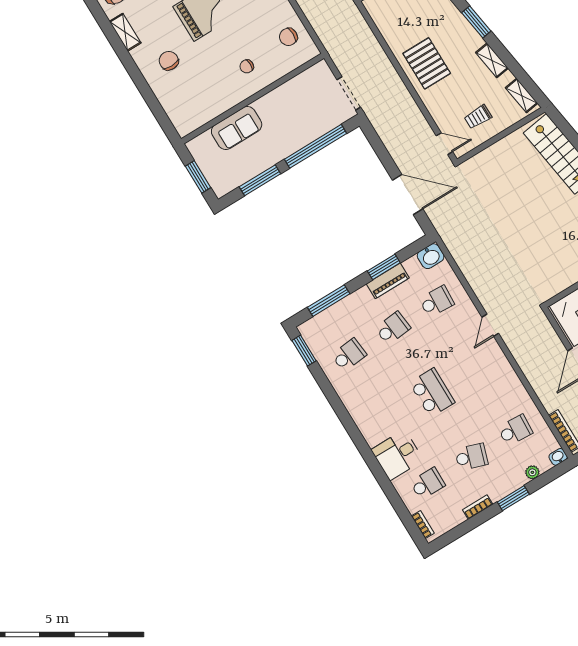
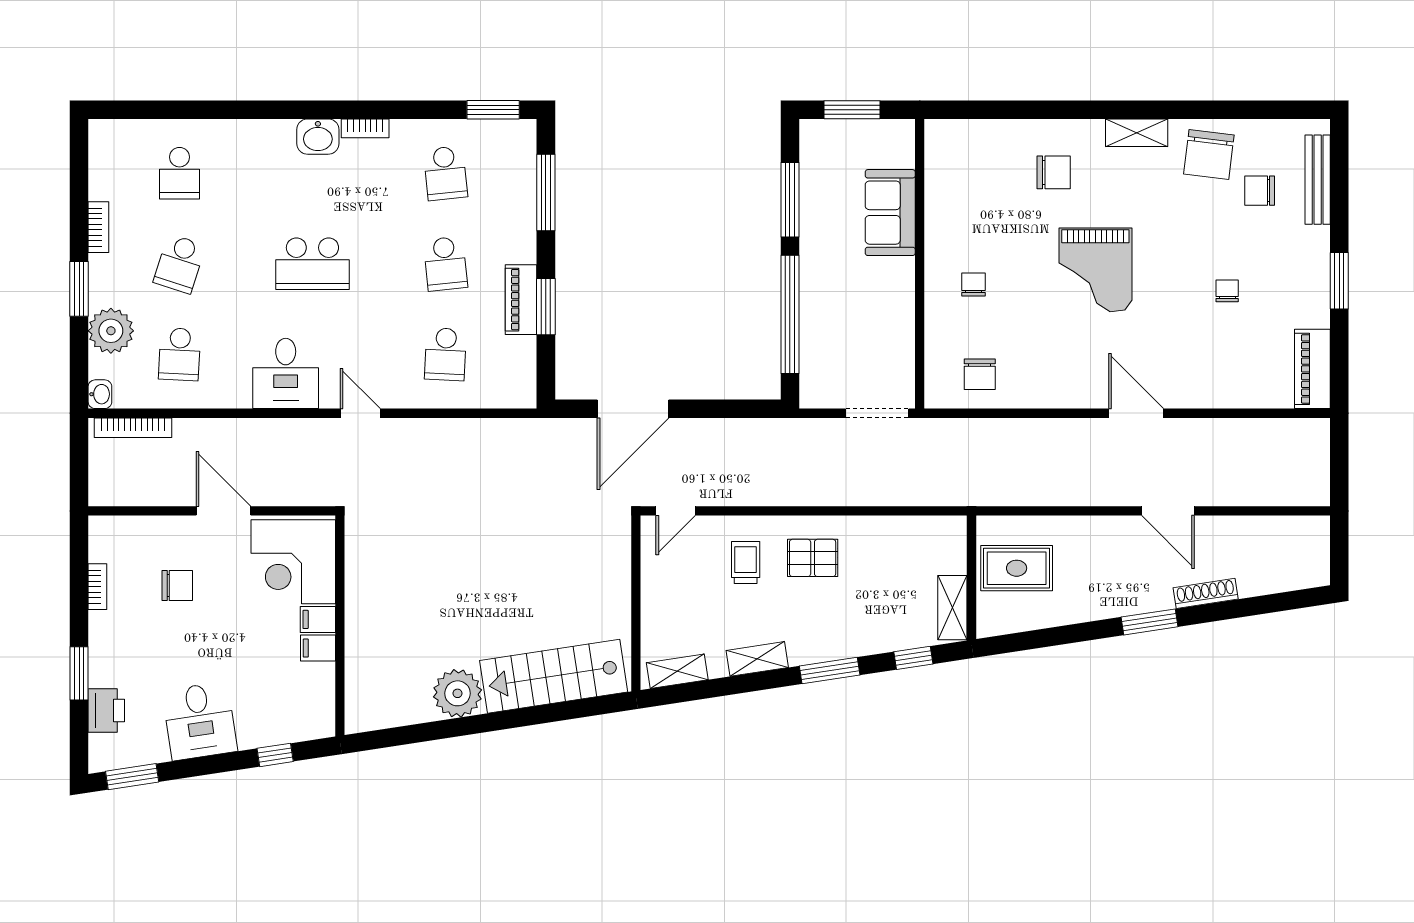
chair: (288, 37) -> (980, 374), turned 180
pallet: (427, 63) -> (813, 558), width x0.67, depth x0.71
doorway: (349, 93) -> (877, 413), moved
trolley: (478, 117) -> (746, 563), moved
washbasin: (431, 256) -> (318, 137), moved, turned -90
desk: (397, 455) -> (286, 373), moved, turned 180
plant: (532, 472) -> (111, 331), width x1.88, depth x1.88
bookcase: (423, 525) -> (365, 128), moved

